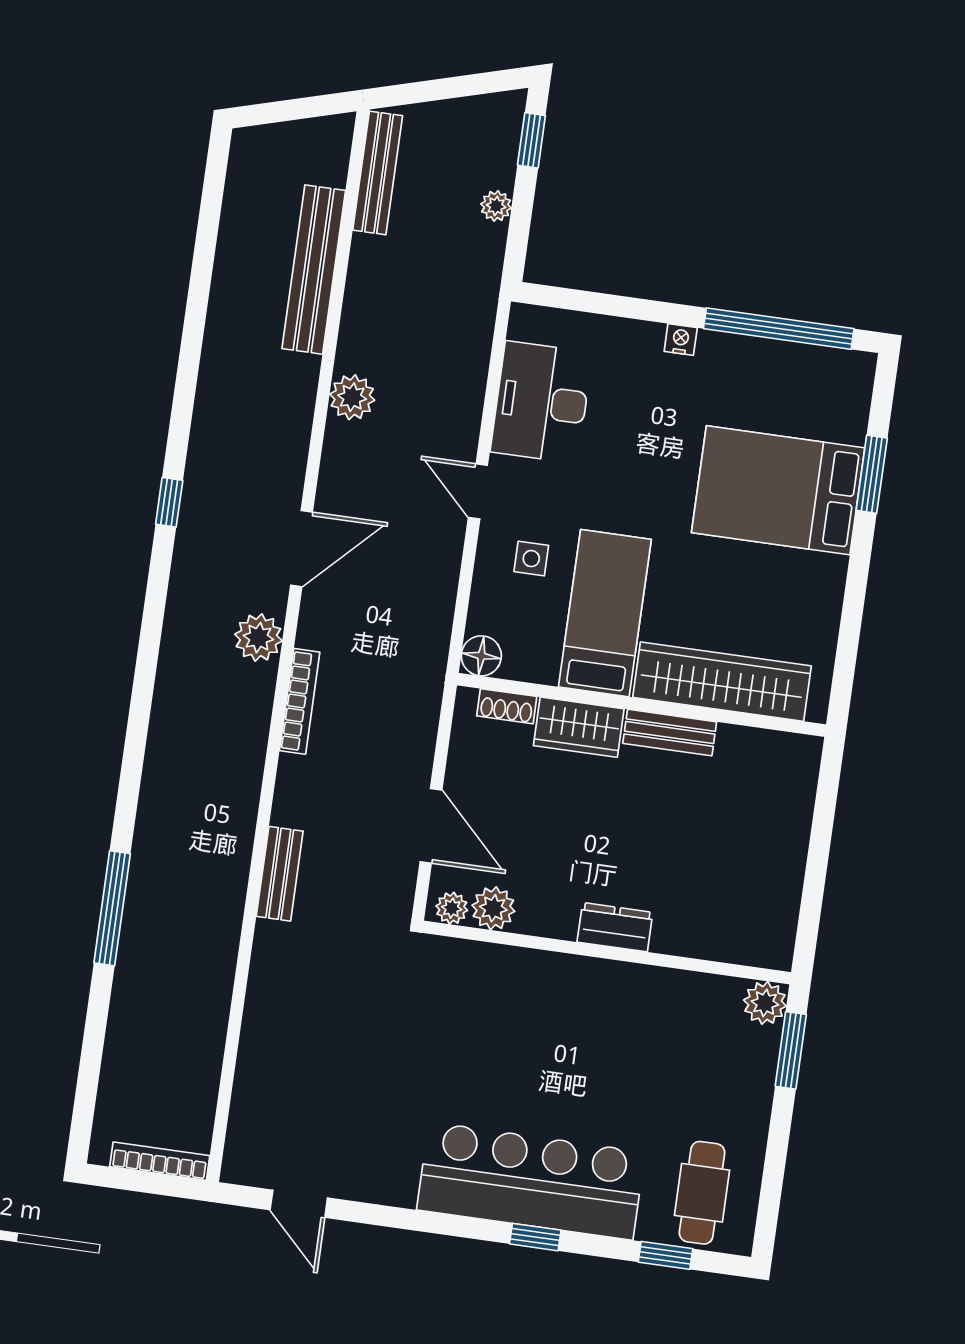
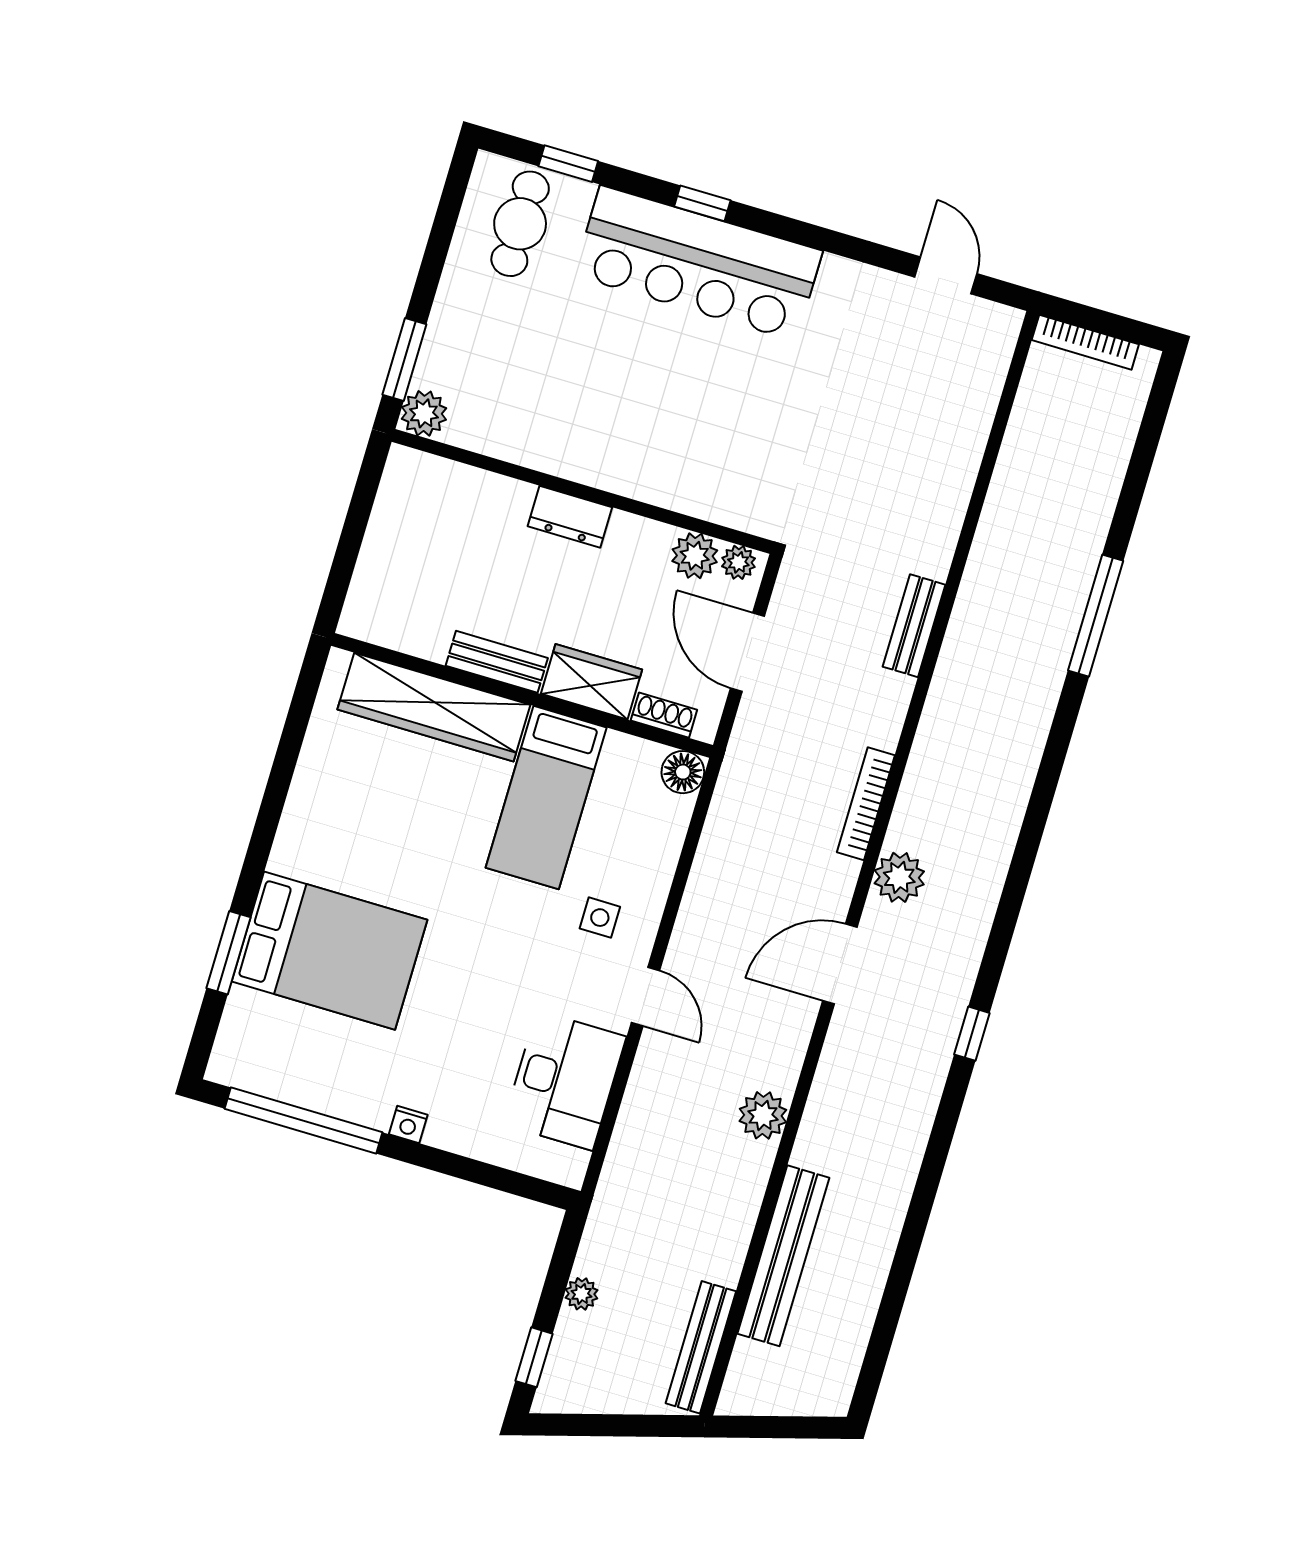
bed: (605, 613) -> (546, 798), moved
floor lamp: (481, 656) -> (683, 772), moved
wardrobe: (722, 682) -> (434, 707), moved
wall: (642, 705) -> (522, 695), moved
shoe rack: (507, 706) -> (664, 715), moved
wardrobe: (579, 727) -> (592, 682), moved
bench: (670, 733) -> (497, 662), moved

